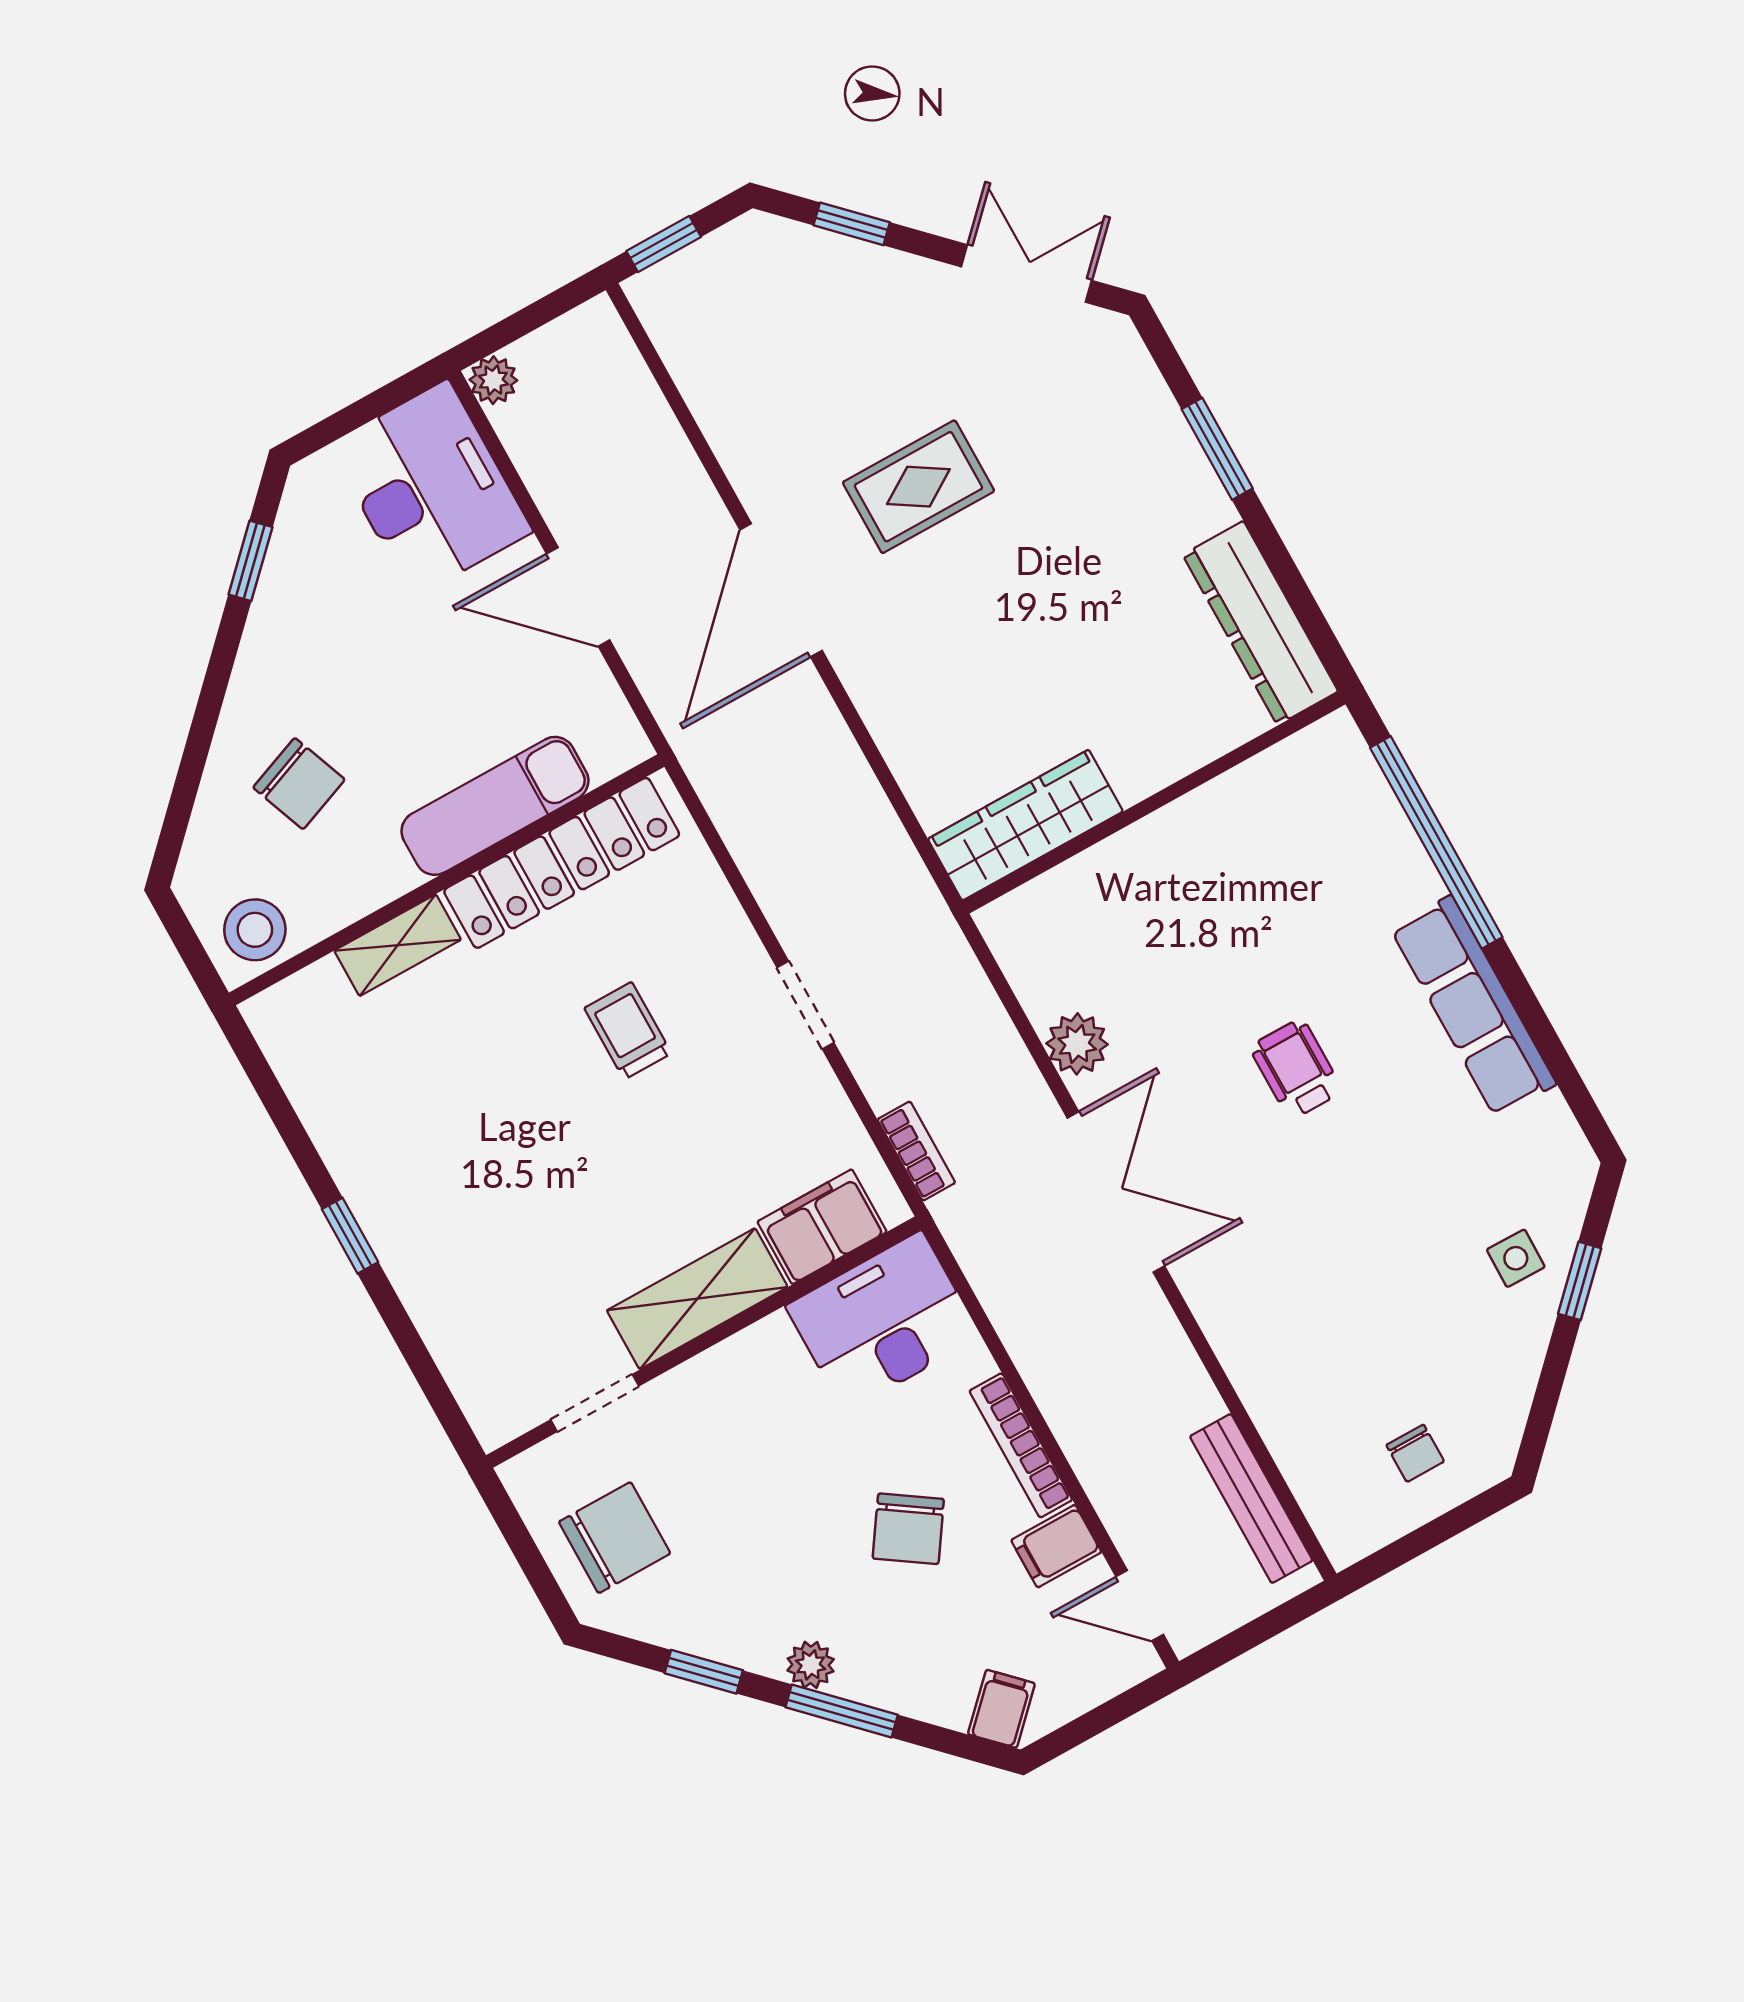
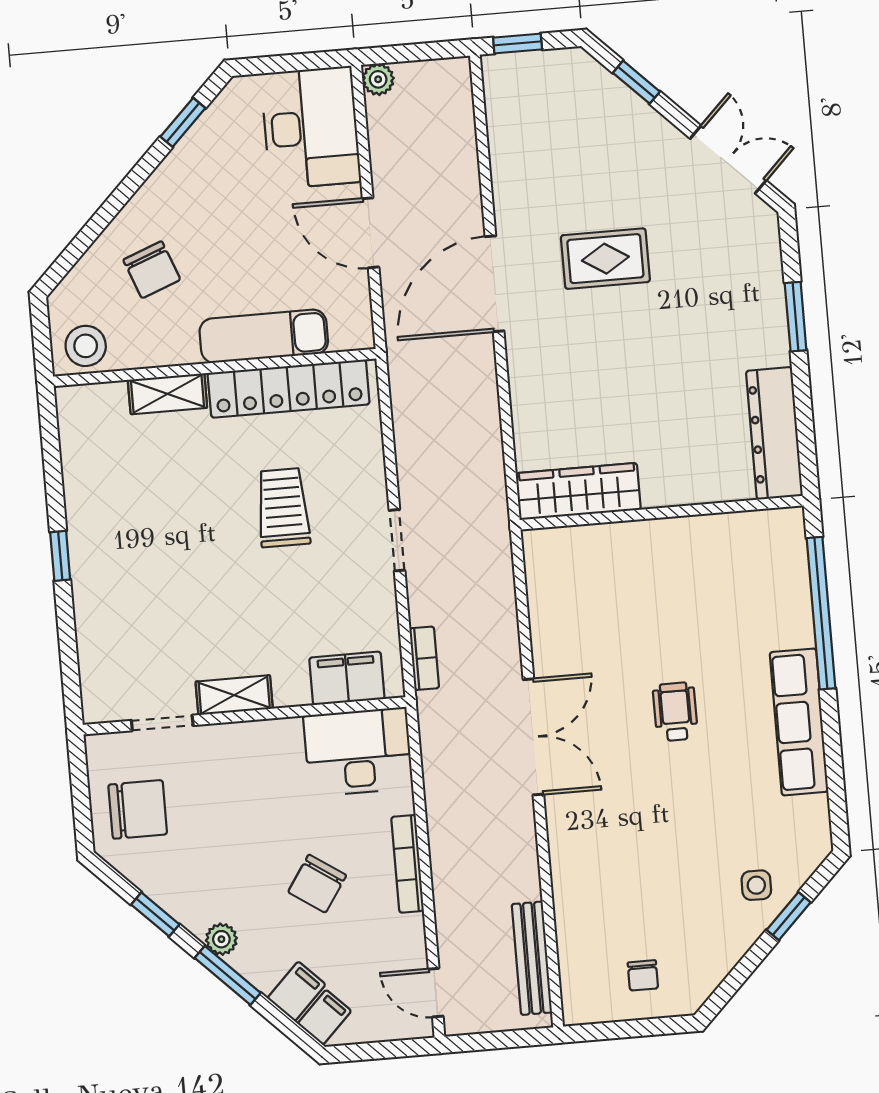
trolley: (628, 1031) -> (283, 508), width x1.36, depth x1.39
plant: (1077, 1044) -> (550, 637), removed
shelving: (697, 1299) -> (234, 695), width x0.67, depth x0.75
filing cabinet: (1056, 1546) -> (296, 991), moved, turned 135

